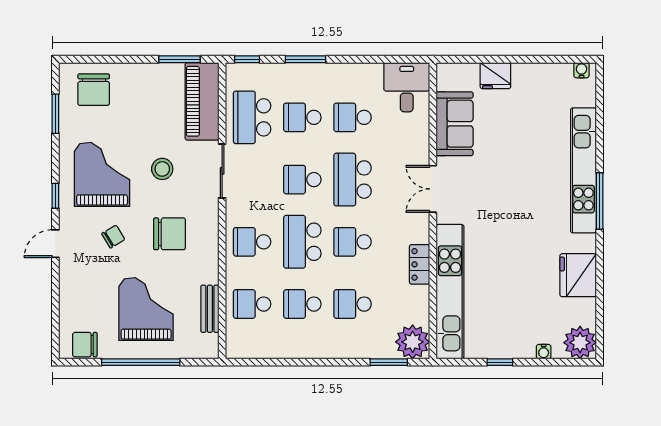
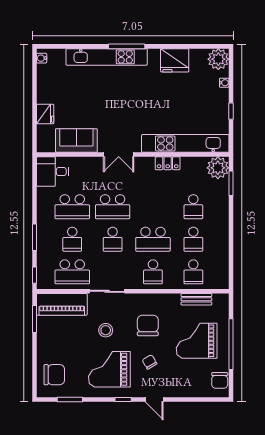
school desk: (353, 117) -> (72, 207), width x1.85
school desk: (353, 242) -> (153, 207), removed

